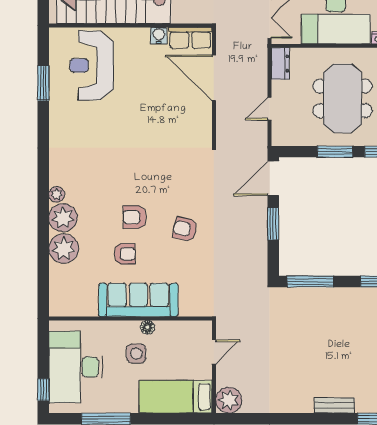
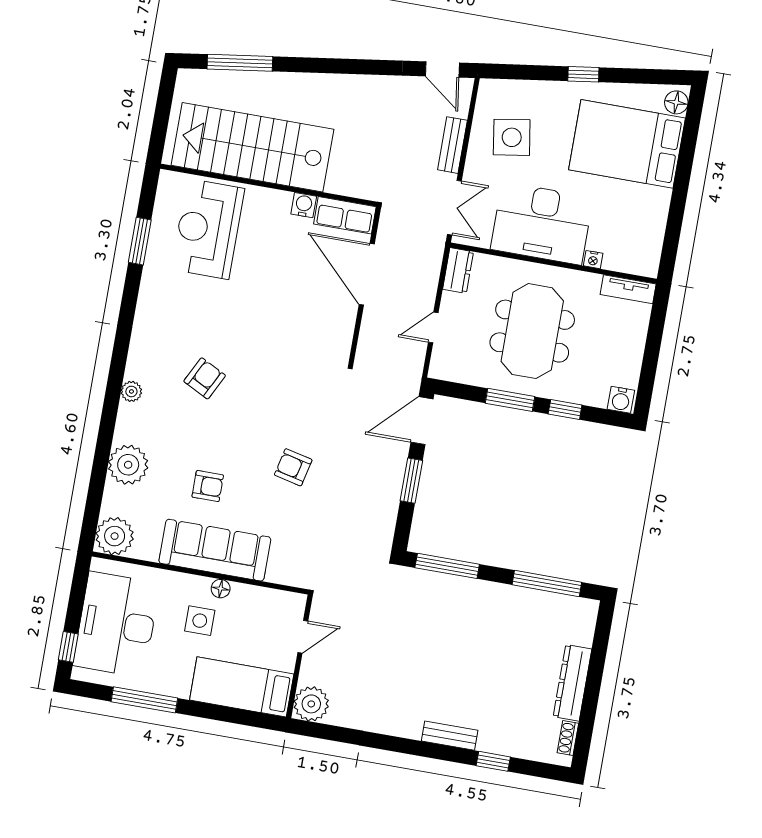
armchair: (135, 217) -> (205, 378), moved, turned 117
plant: (63, 218) -> (115, 536), moved

